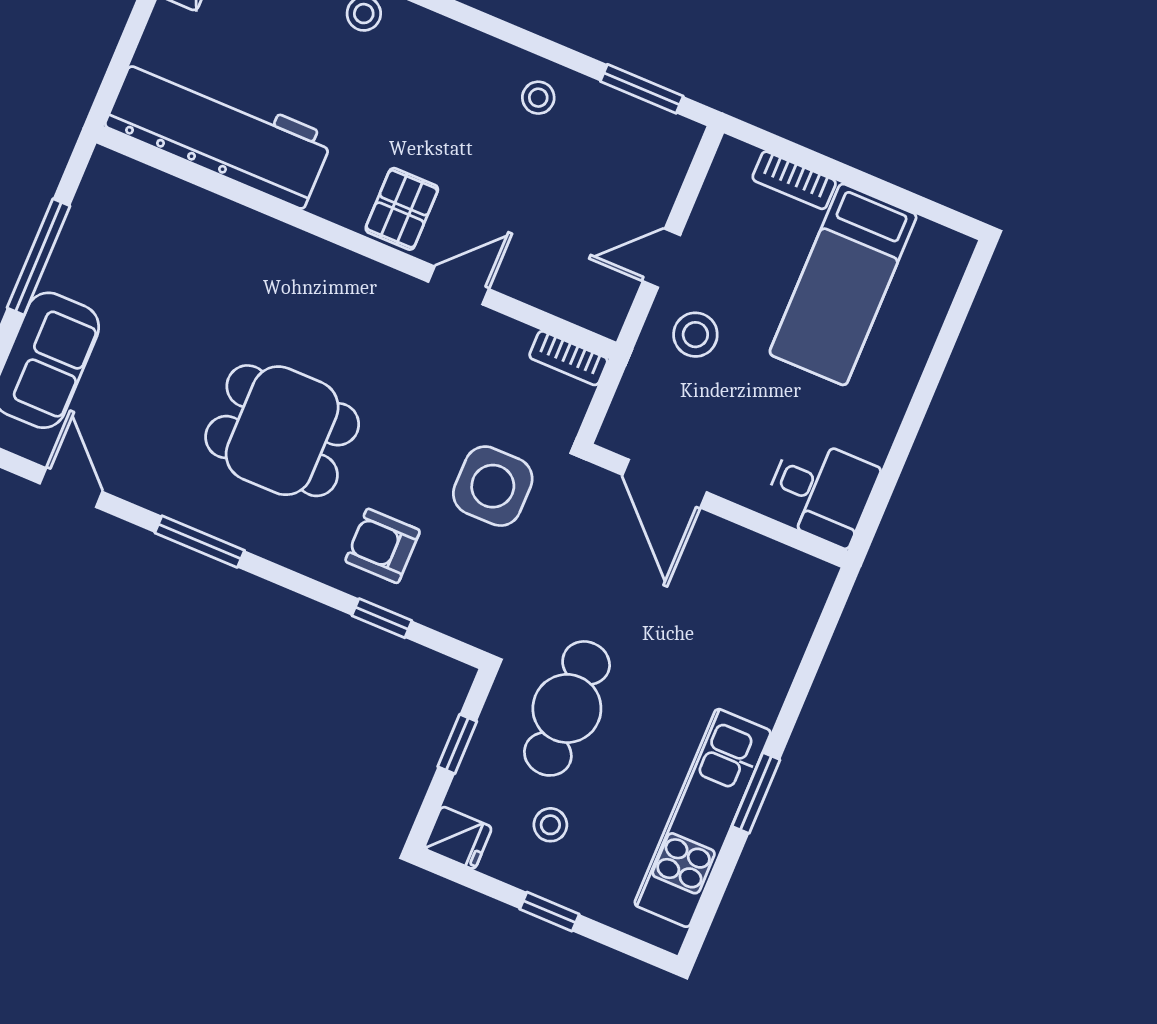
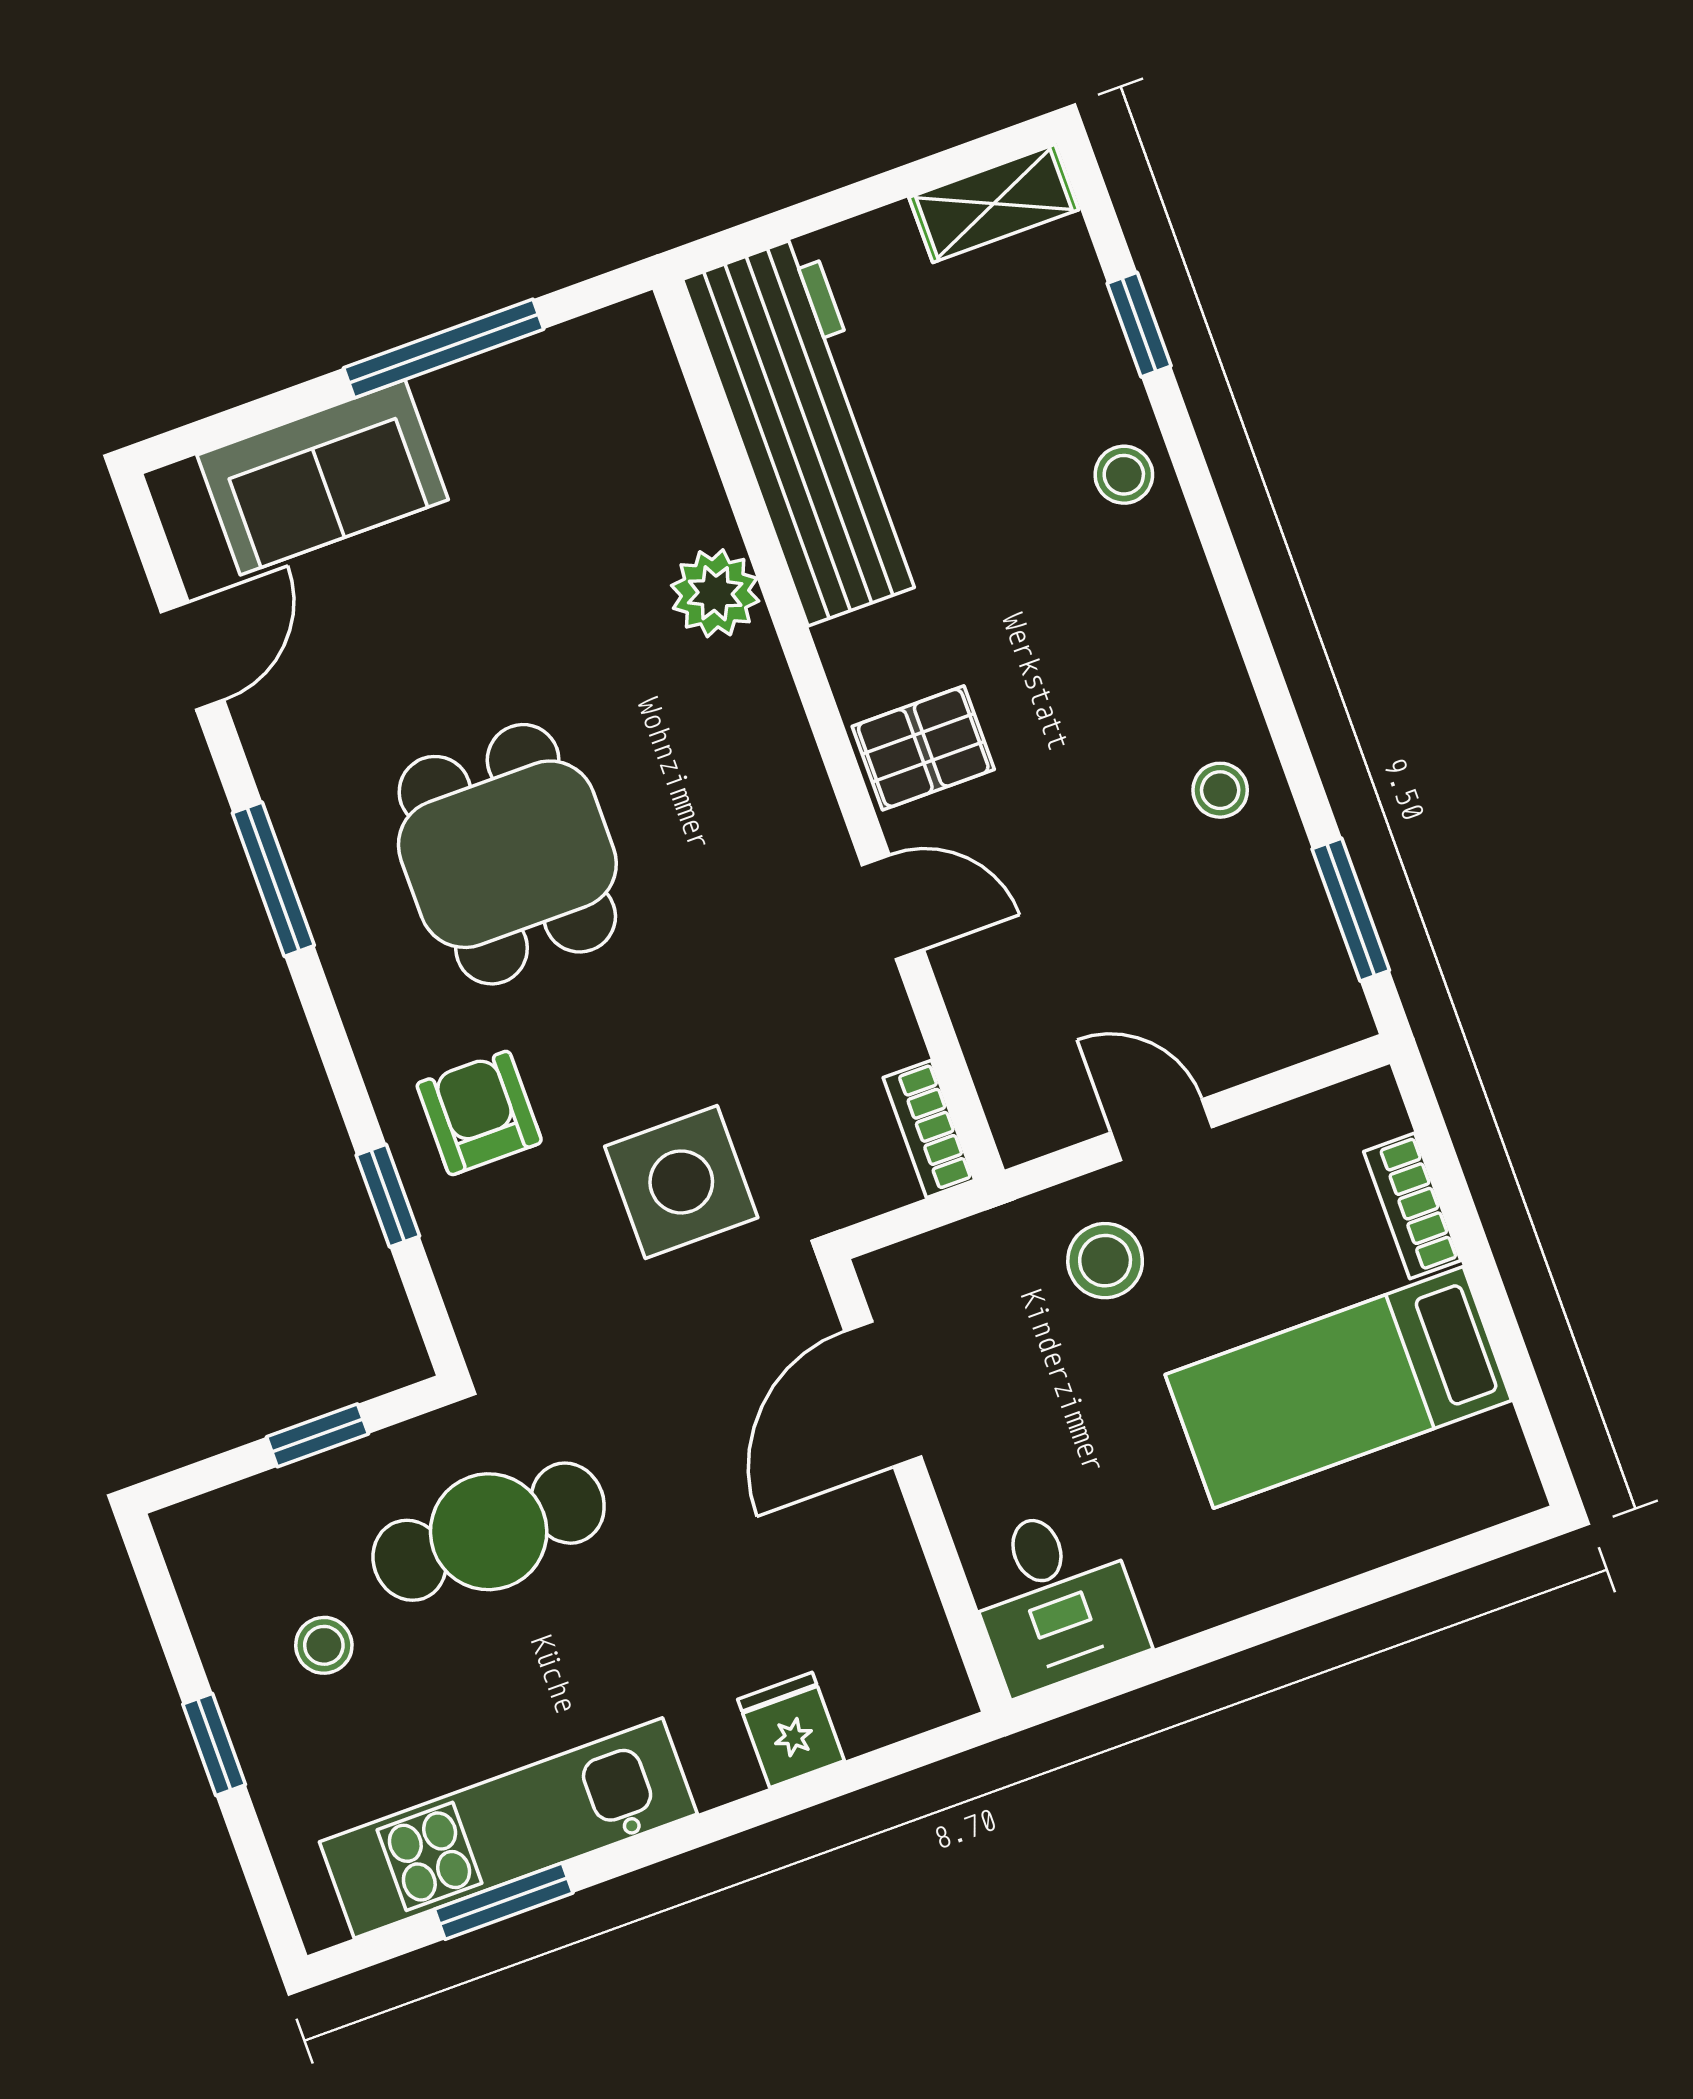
plant: (252, 237) -> (715, 593), added
window: (756, 793) -> (504, 1901), moved
fridge: (458, 838) -> (791, 1730), moved, turned 180

